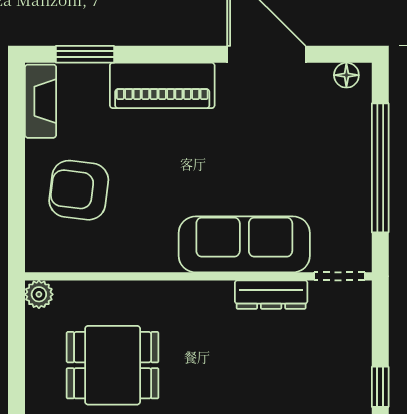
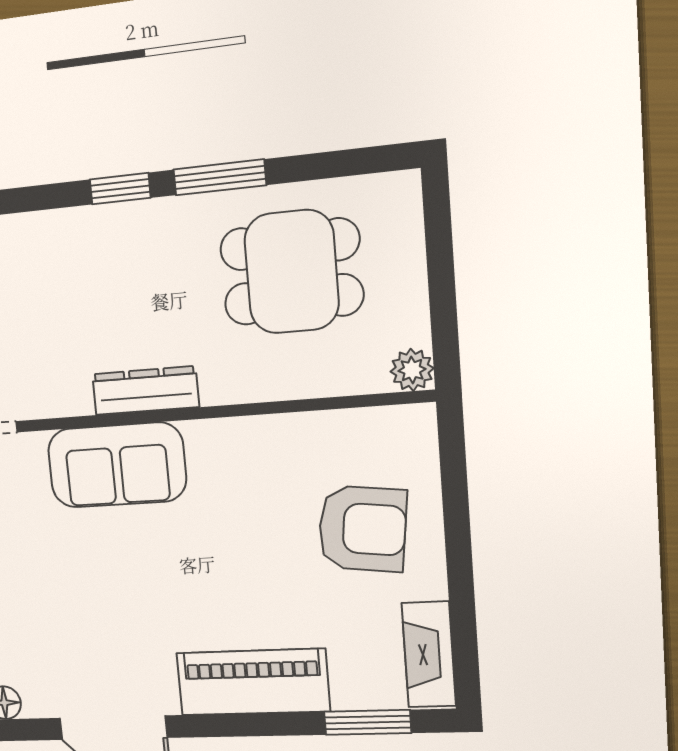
sofa: (244, 244) -> (117, 465), width x0.73
dresser: (271, 295) -> (145, 391), moved

